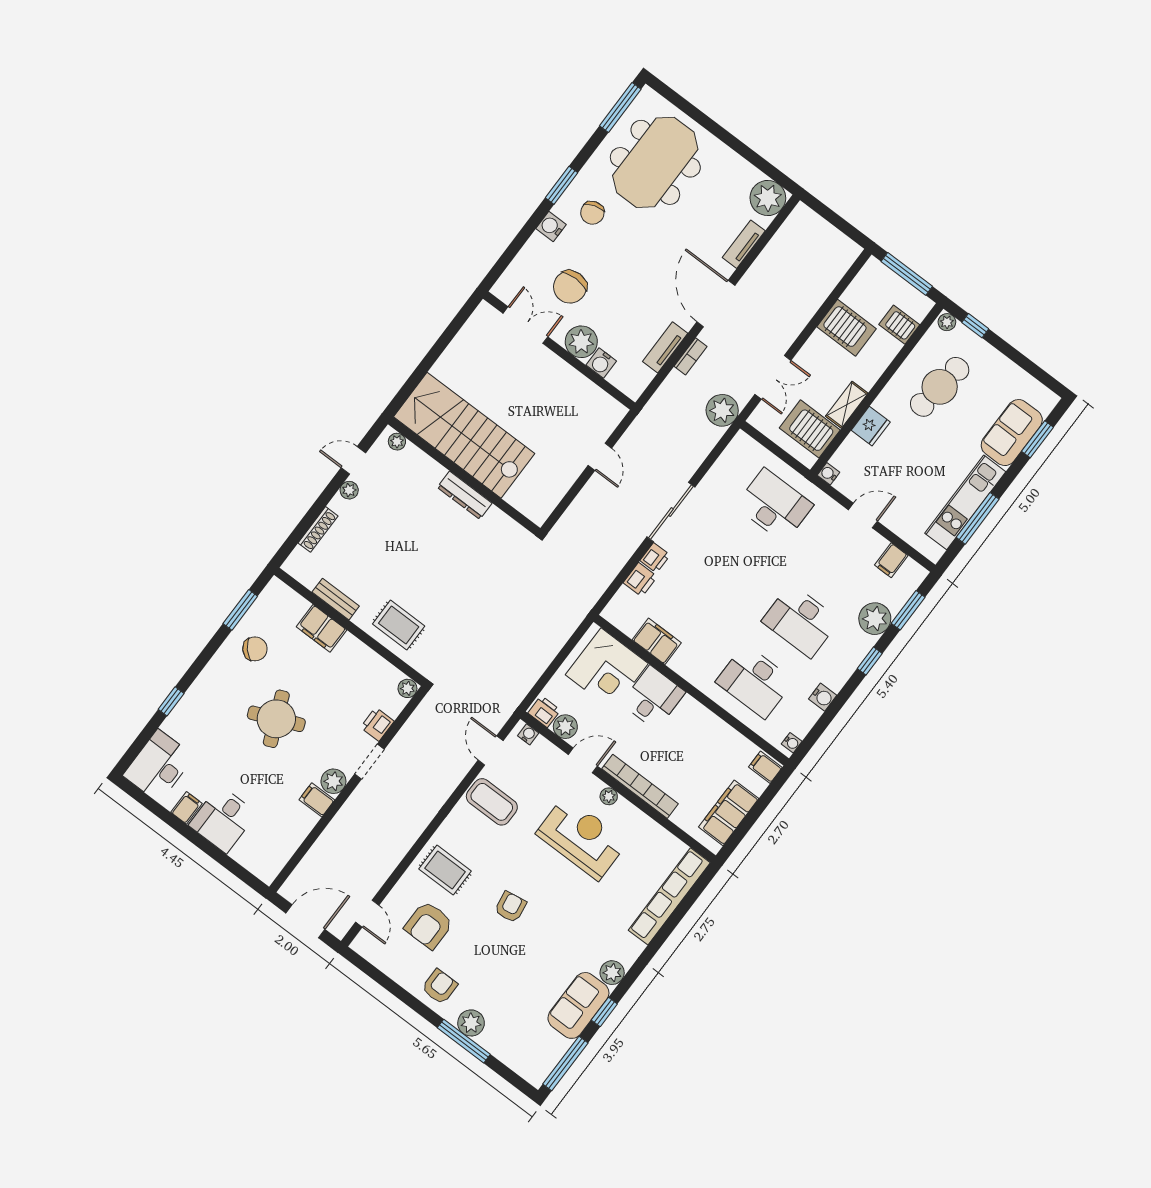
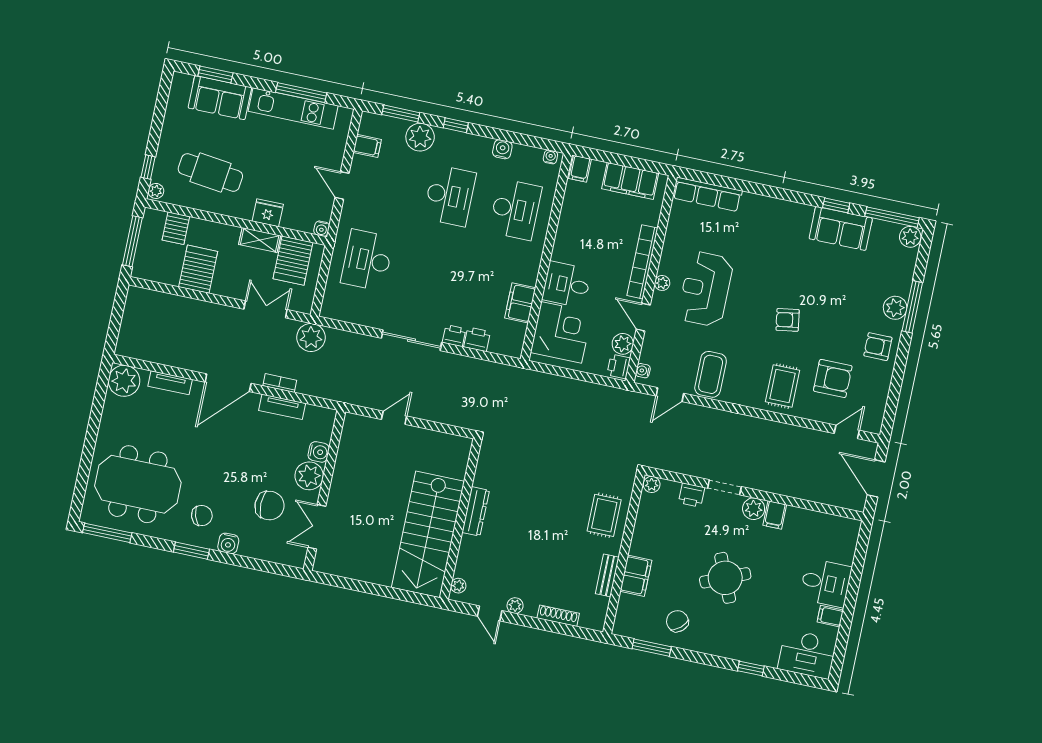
row of seats: (669, 896) -> (707, 194), width x0.73
plant: (612, 973) -> (910, 237), moved

